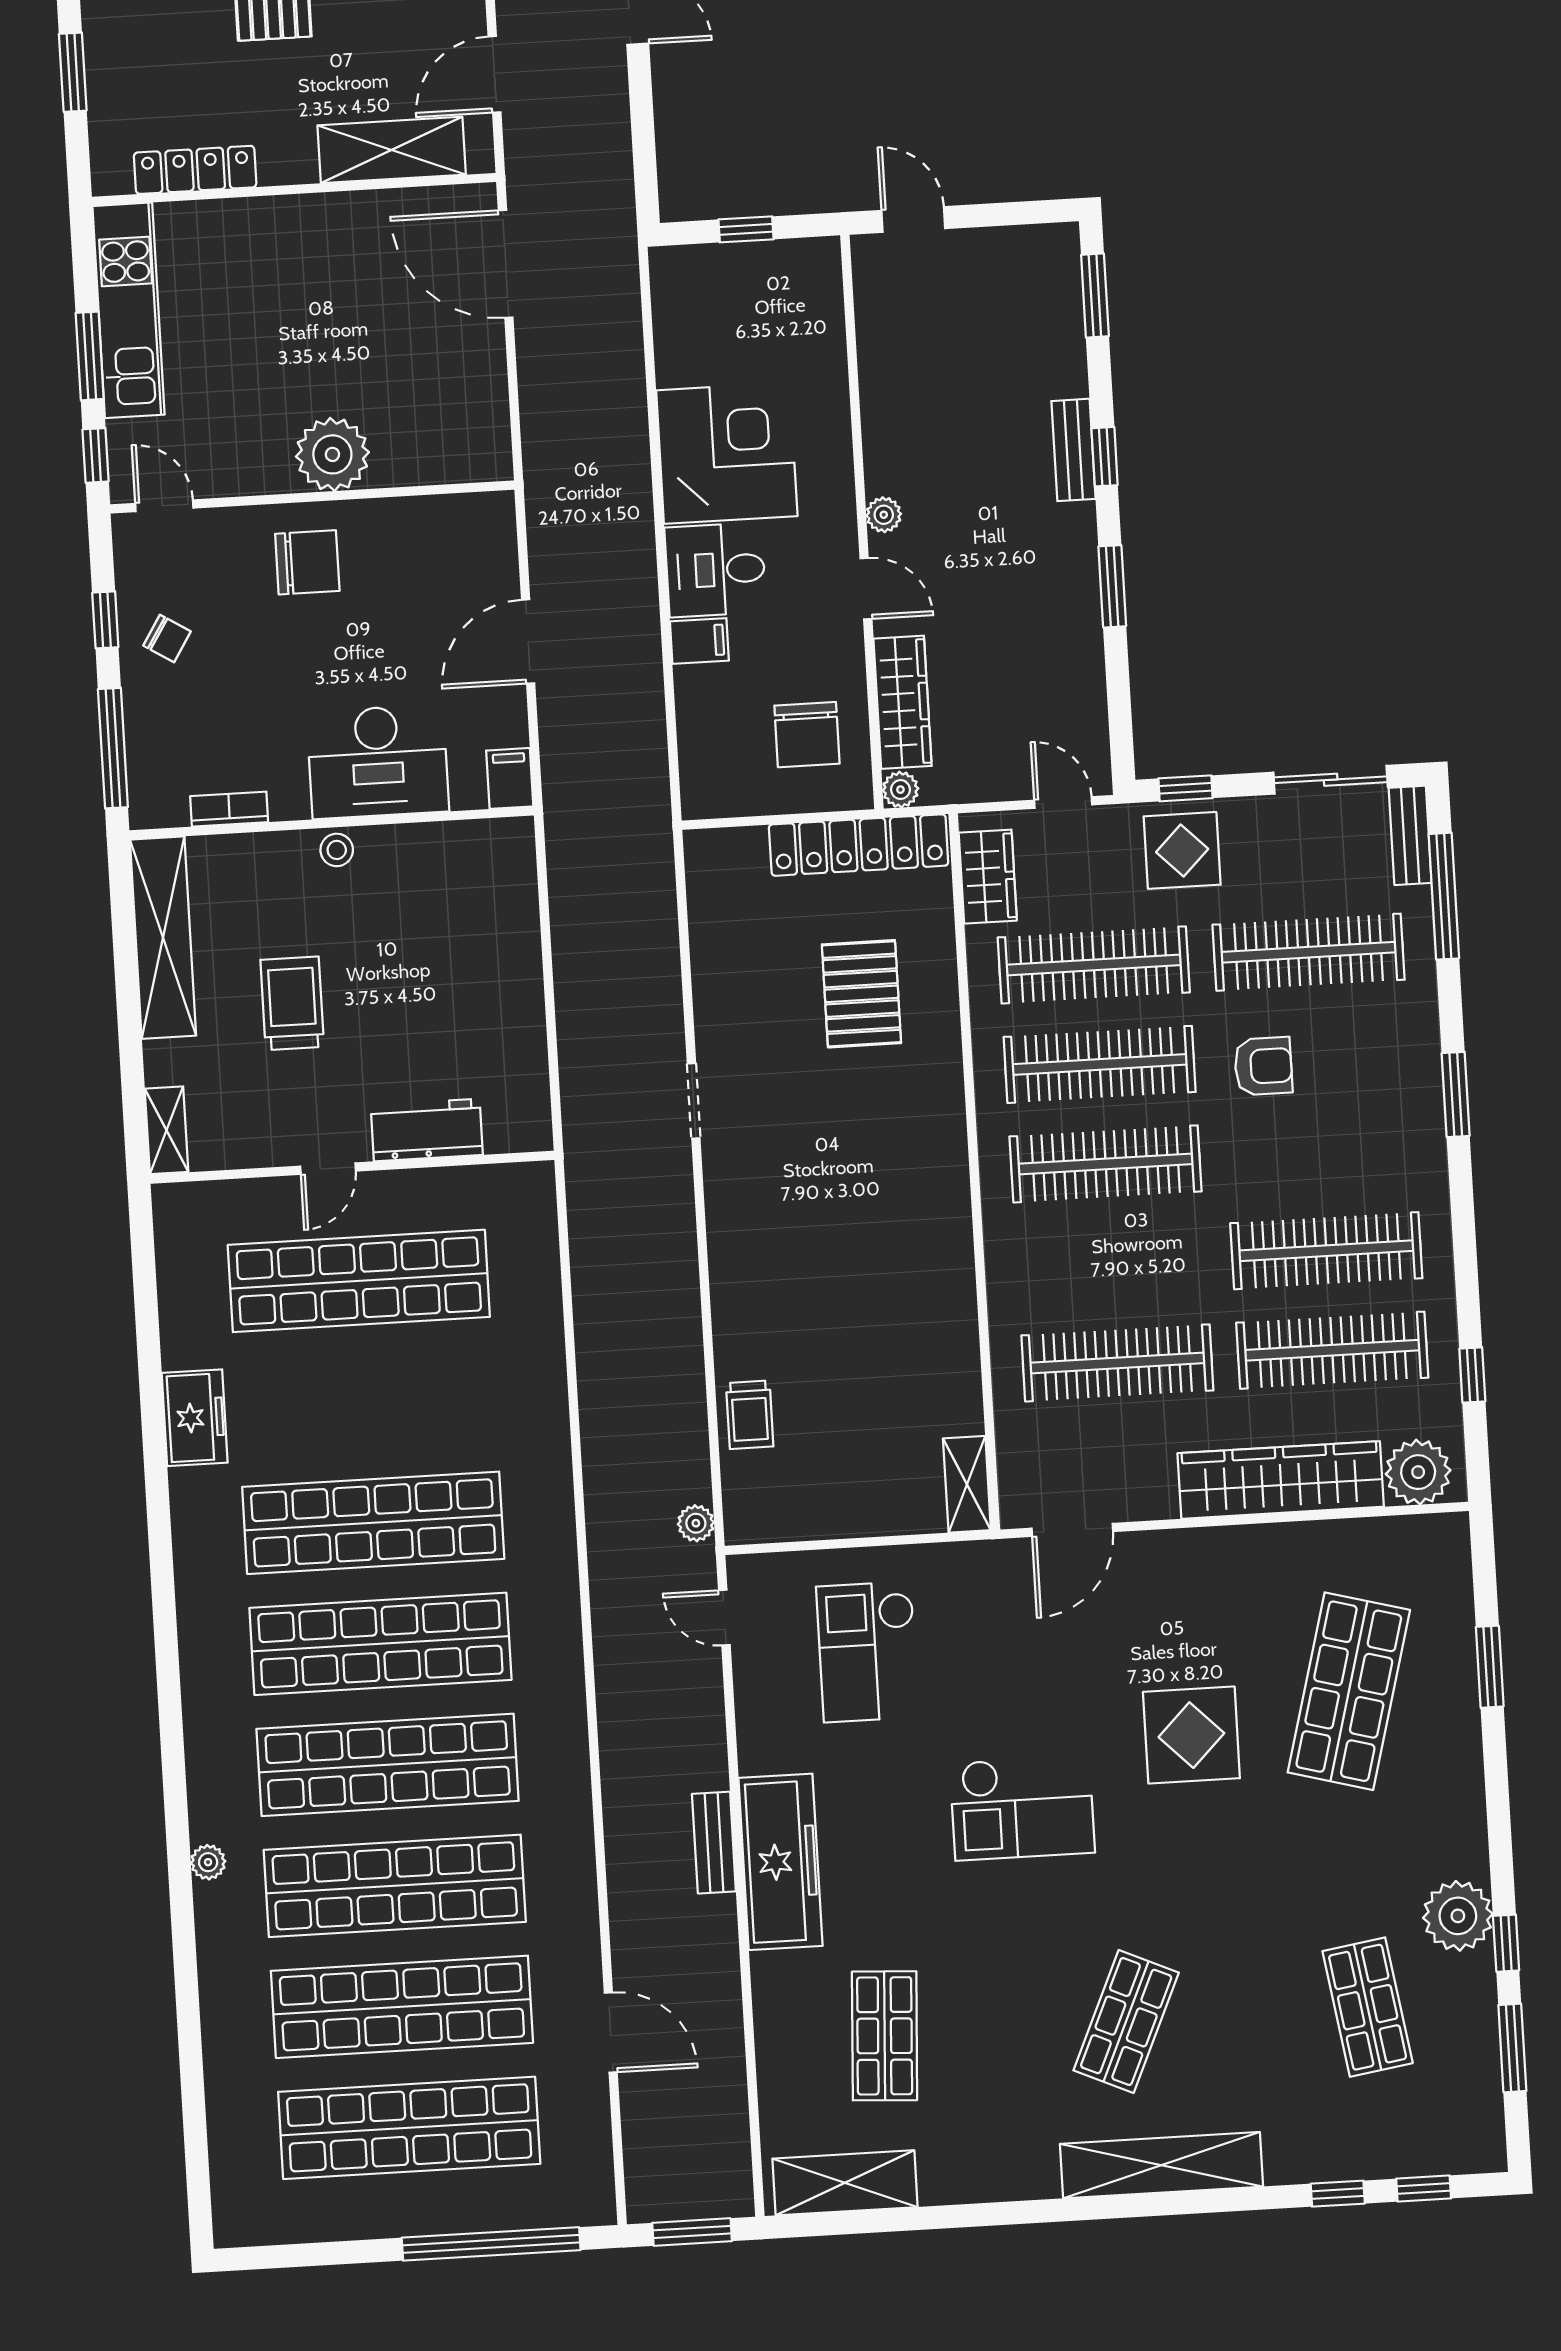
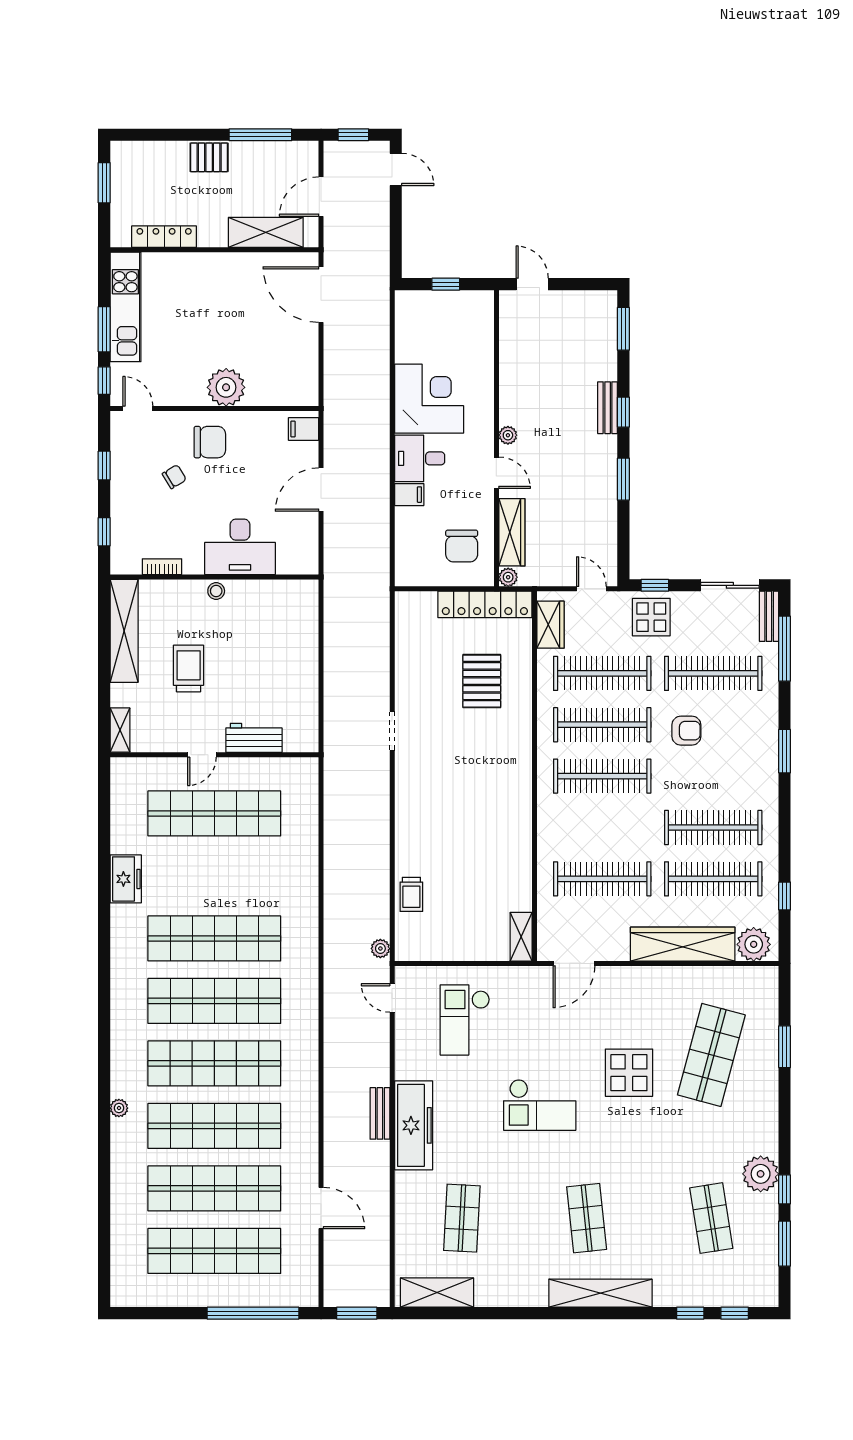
chair: (167, 639) -> (174, 477), moved, turned -63
window: (113, 748) -> (104, 532), width x0.46
filing cabinet: (510, 778) -> (304, 429), moved, turned -90
shop shelf: (1126, 2022) -> (587, 1218), turned -30

